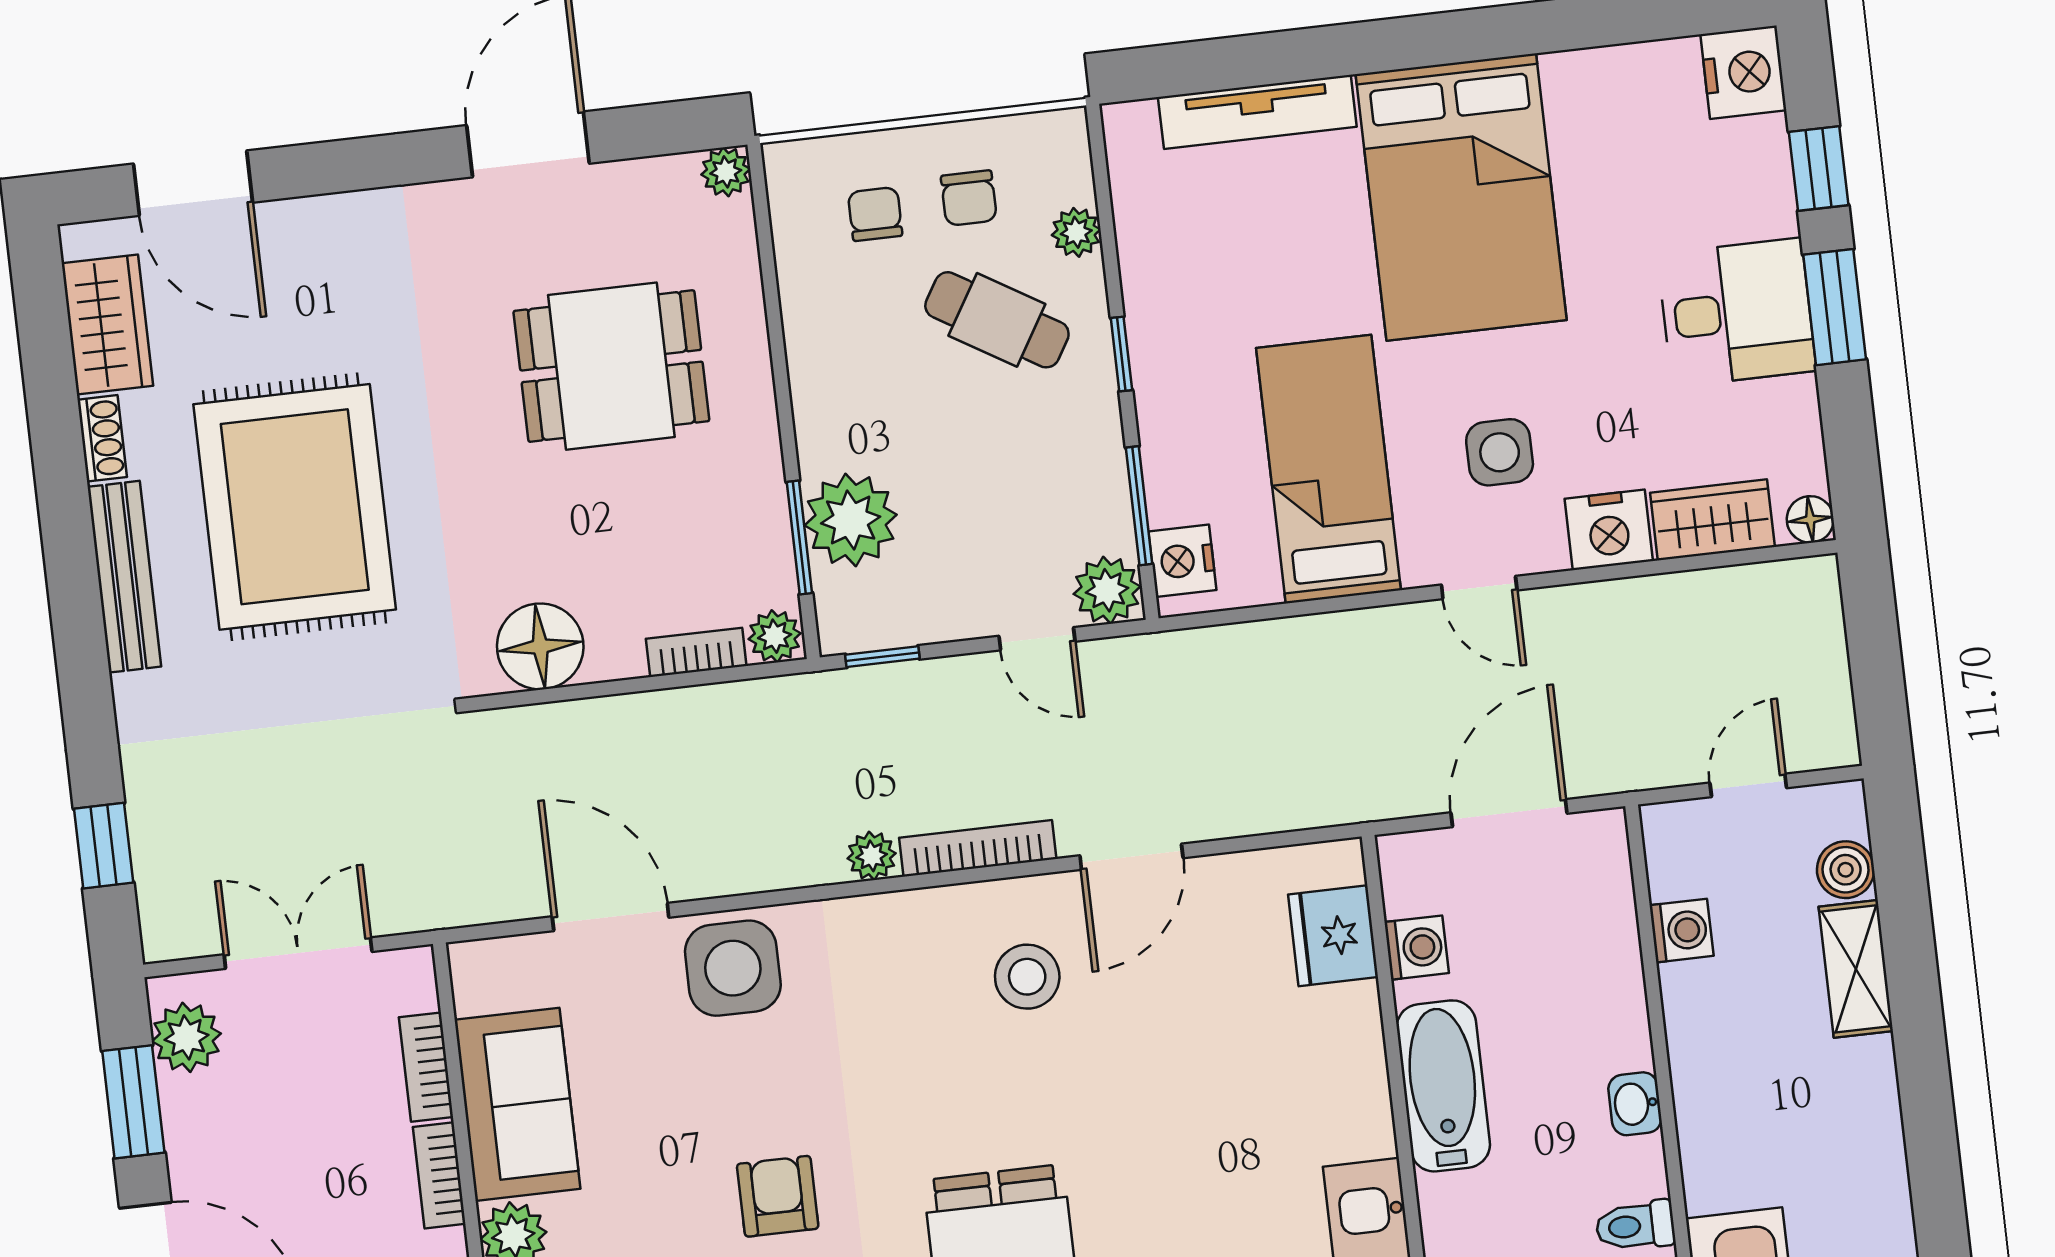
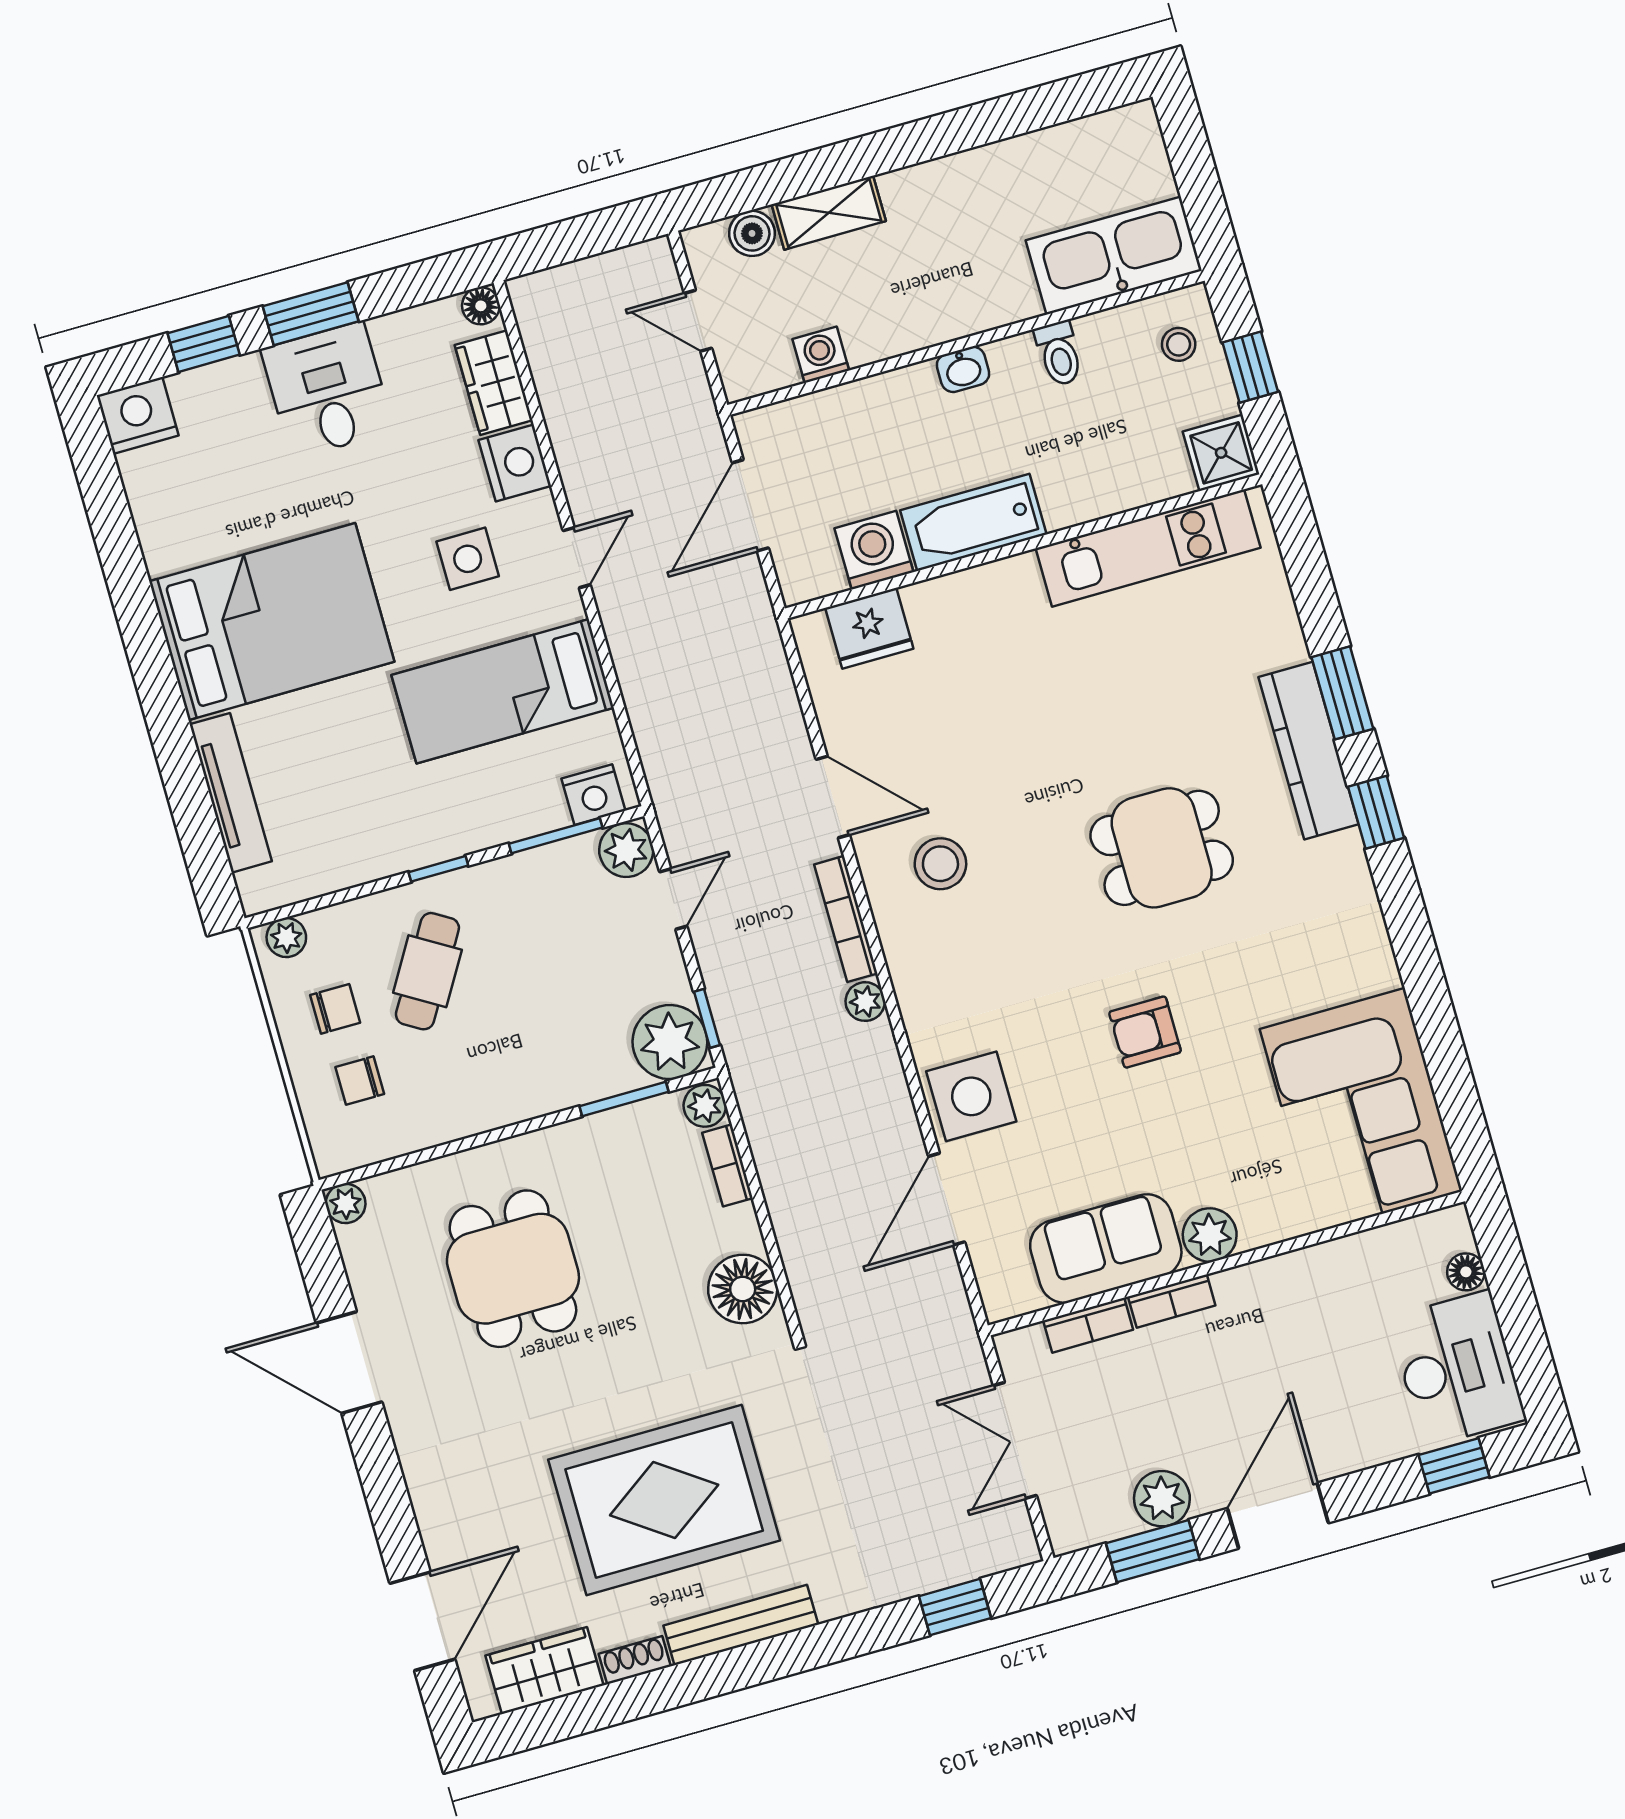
plant: (1076, 232) -> (286, 938), moved
plant: (851, 520) -> (670, 1042), moved
door: (1509, 813) -> (750, 505), hinge flipped
washing machine: (1417, 948) -> (874, 550), width x1.38, depth x1.38
plant: (186, 1037) -> (1162, 1499), moved

